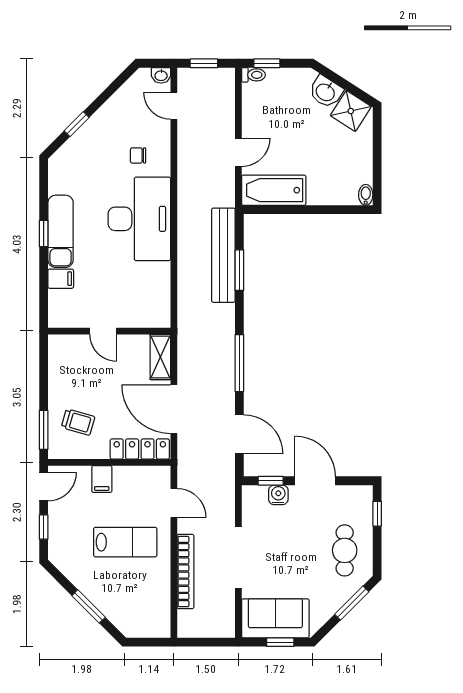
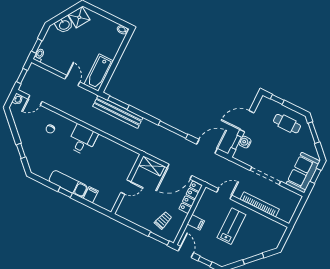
desk: (139, 219) -> (82, 140), width x0.53, depth x0.77
window: (239, 270) -> (118, 103), moved

